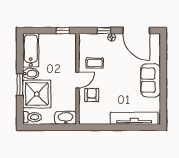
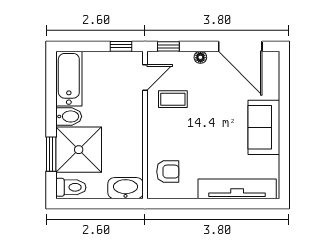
window: (104, 31) -> (168, 46), moved
door: (78, 80) -> (145, 77), moved
window: (20, 85) -> (51, 154), moved
armchair: (92, 95) -> (168, 172), moved, turned 90

